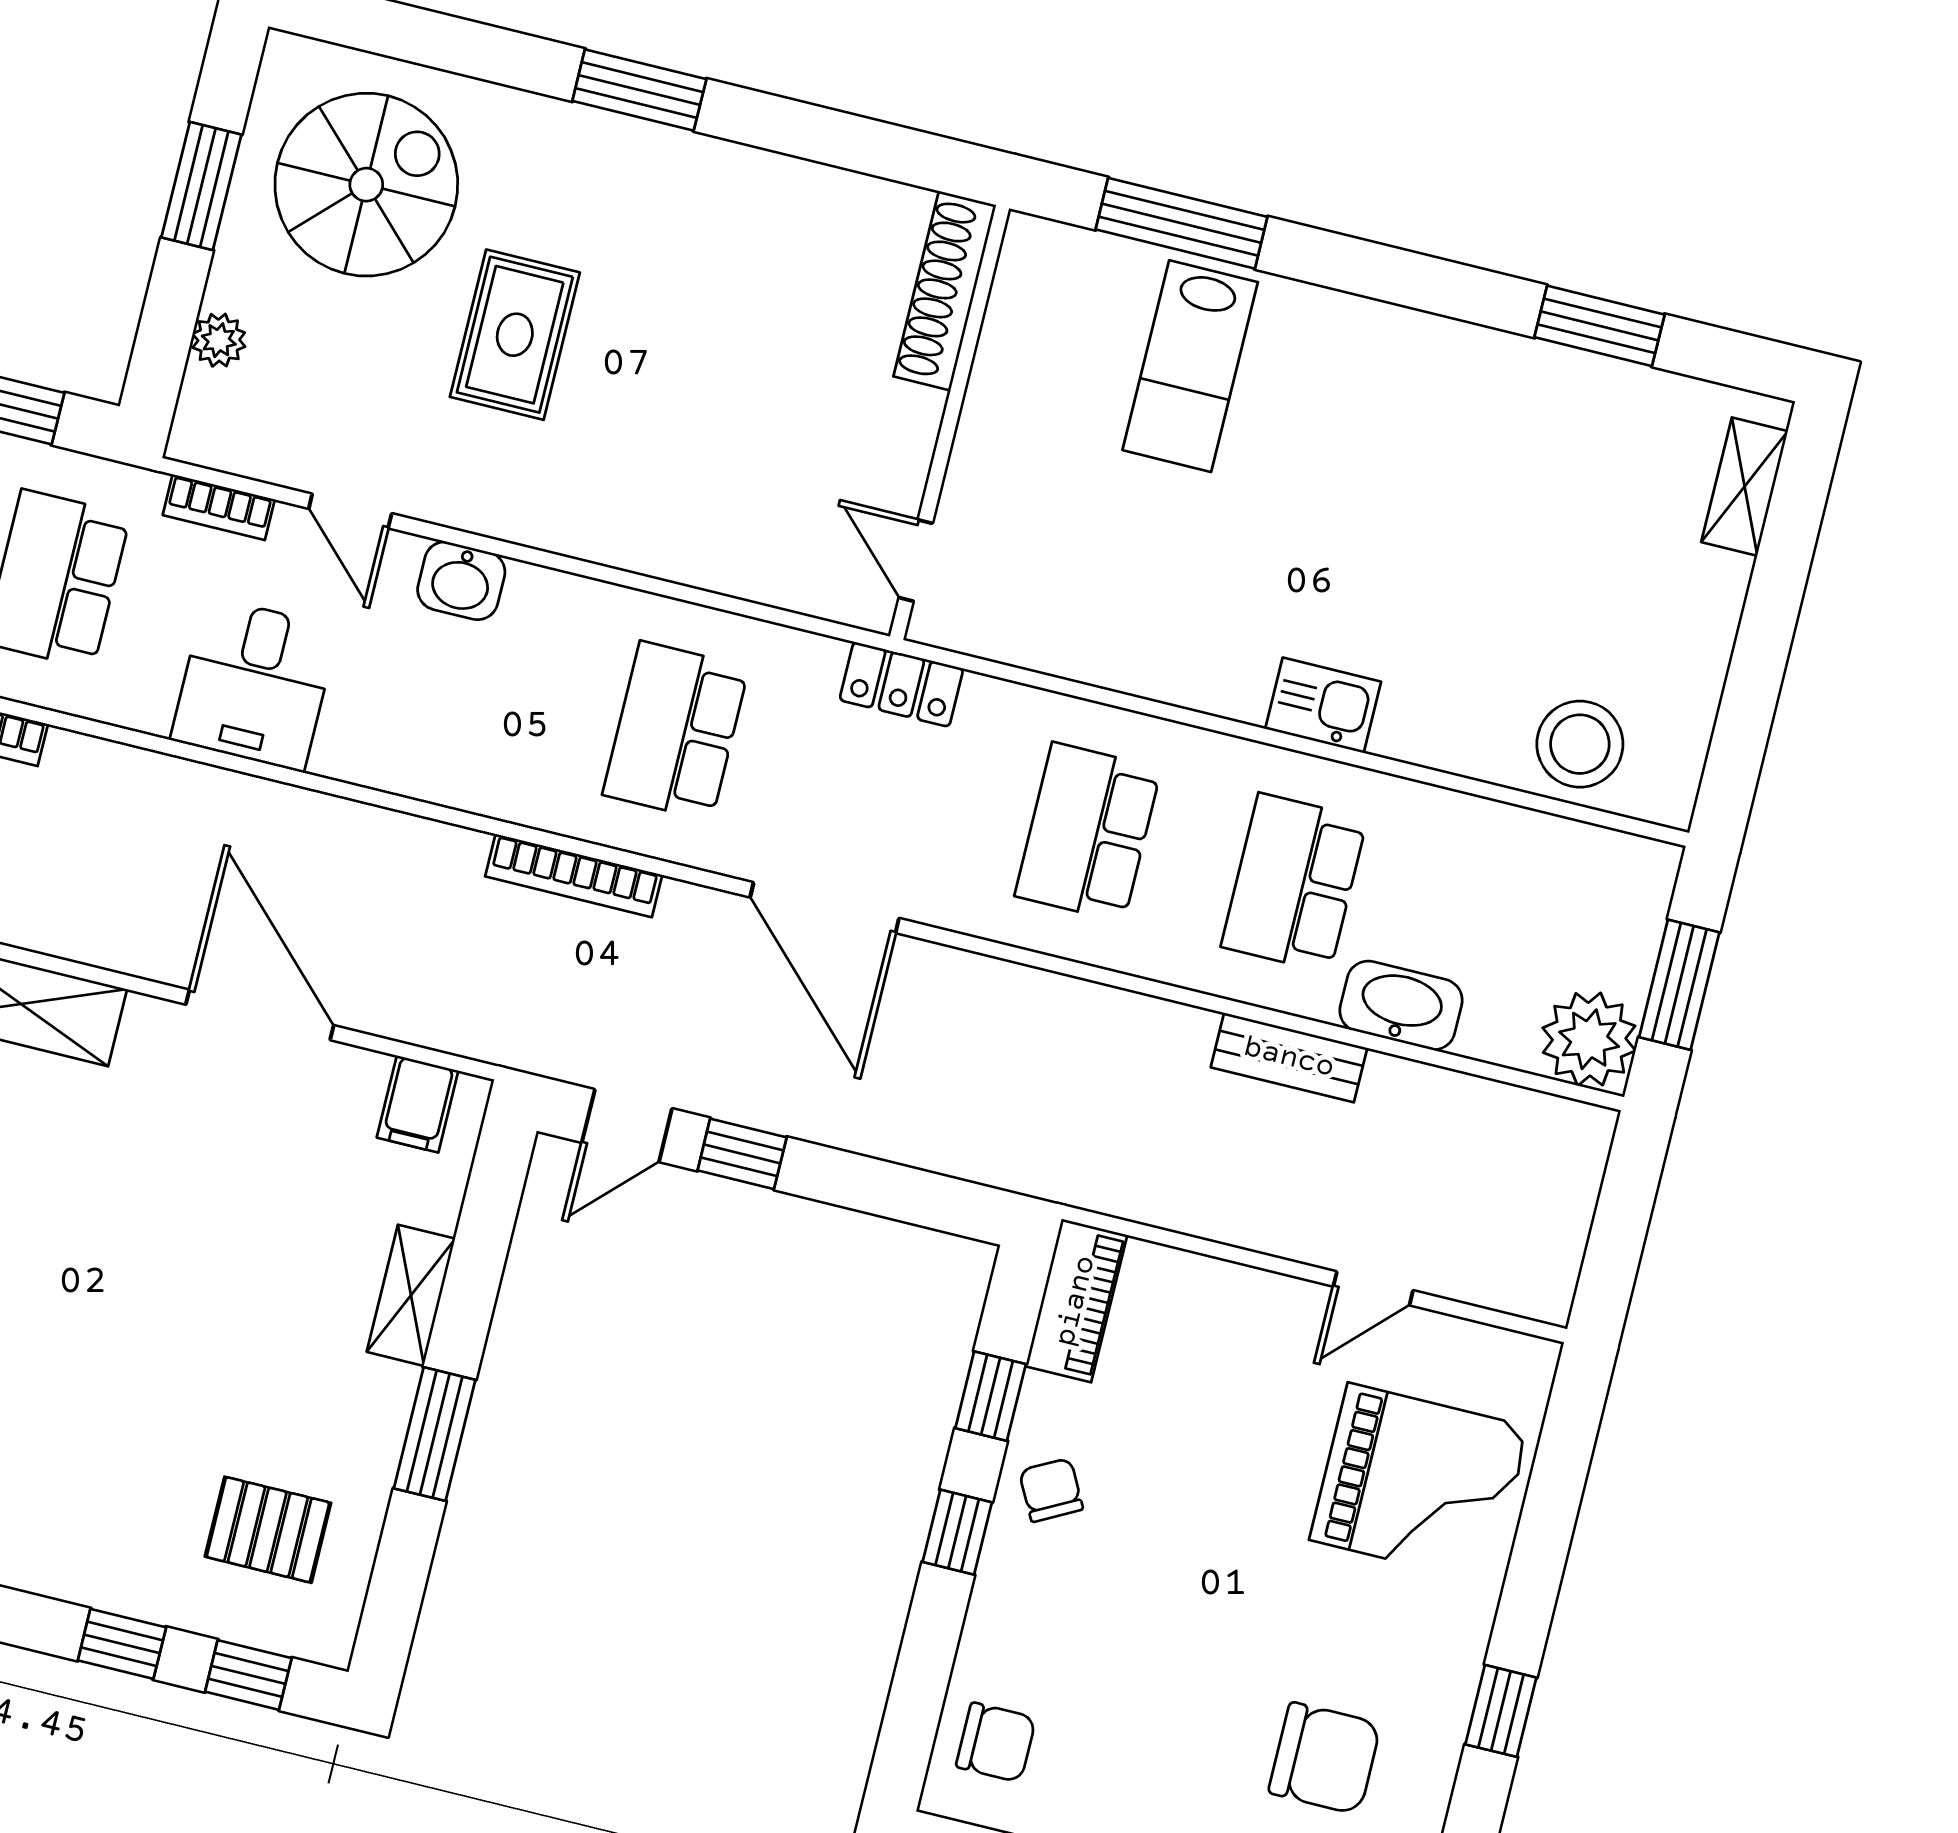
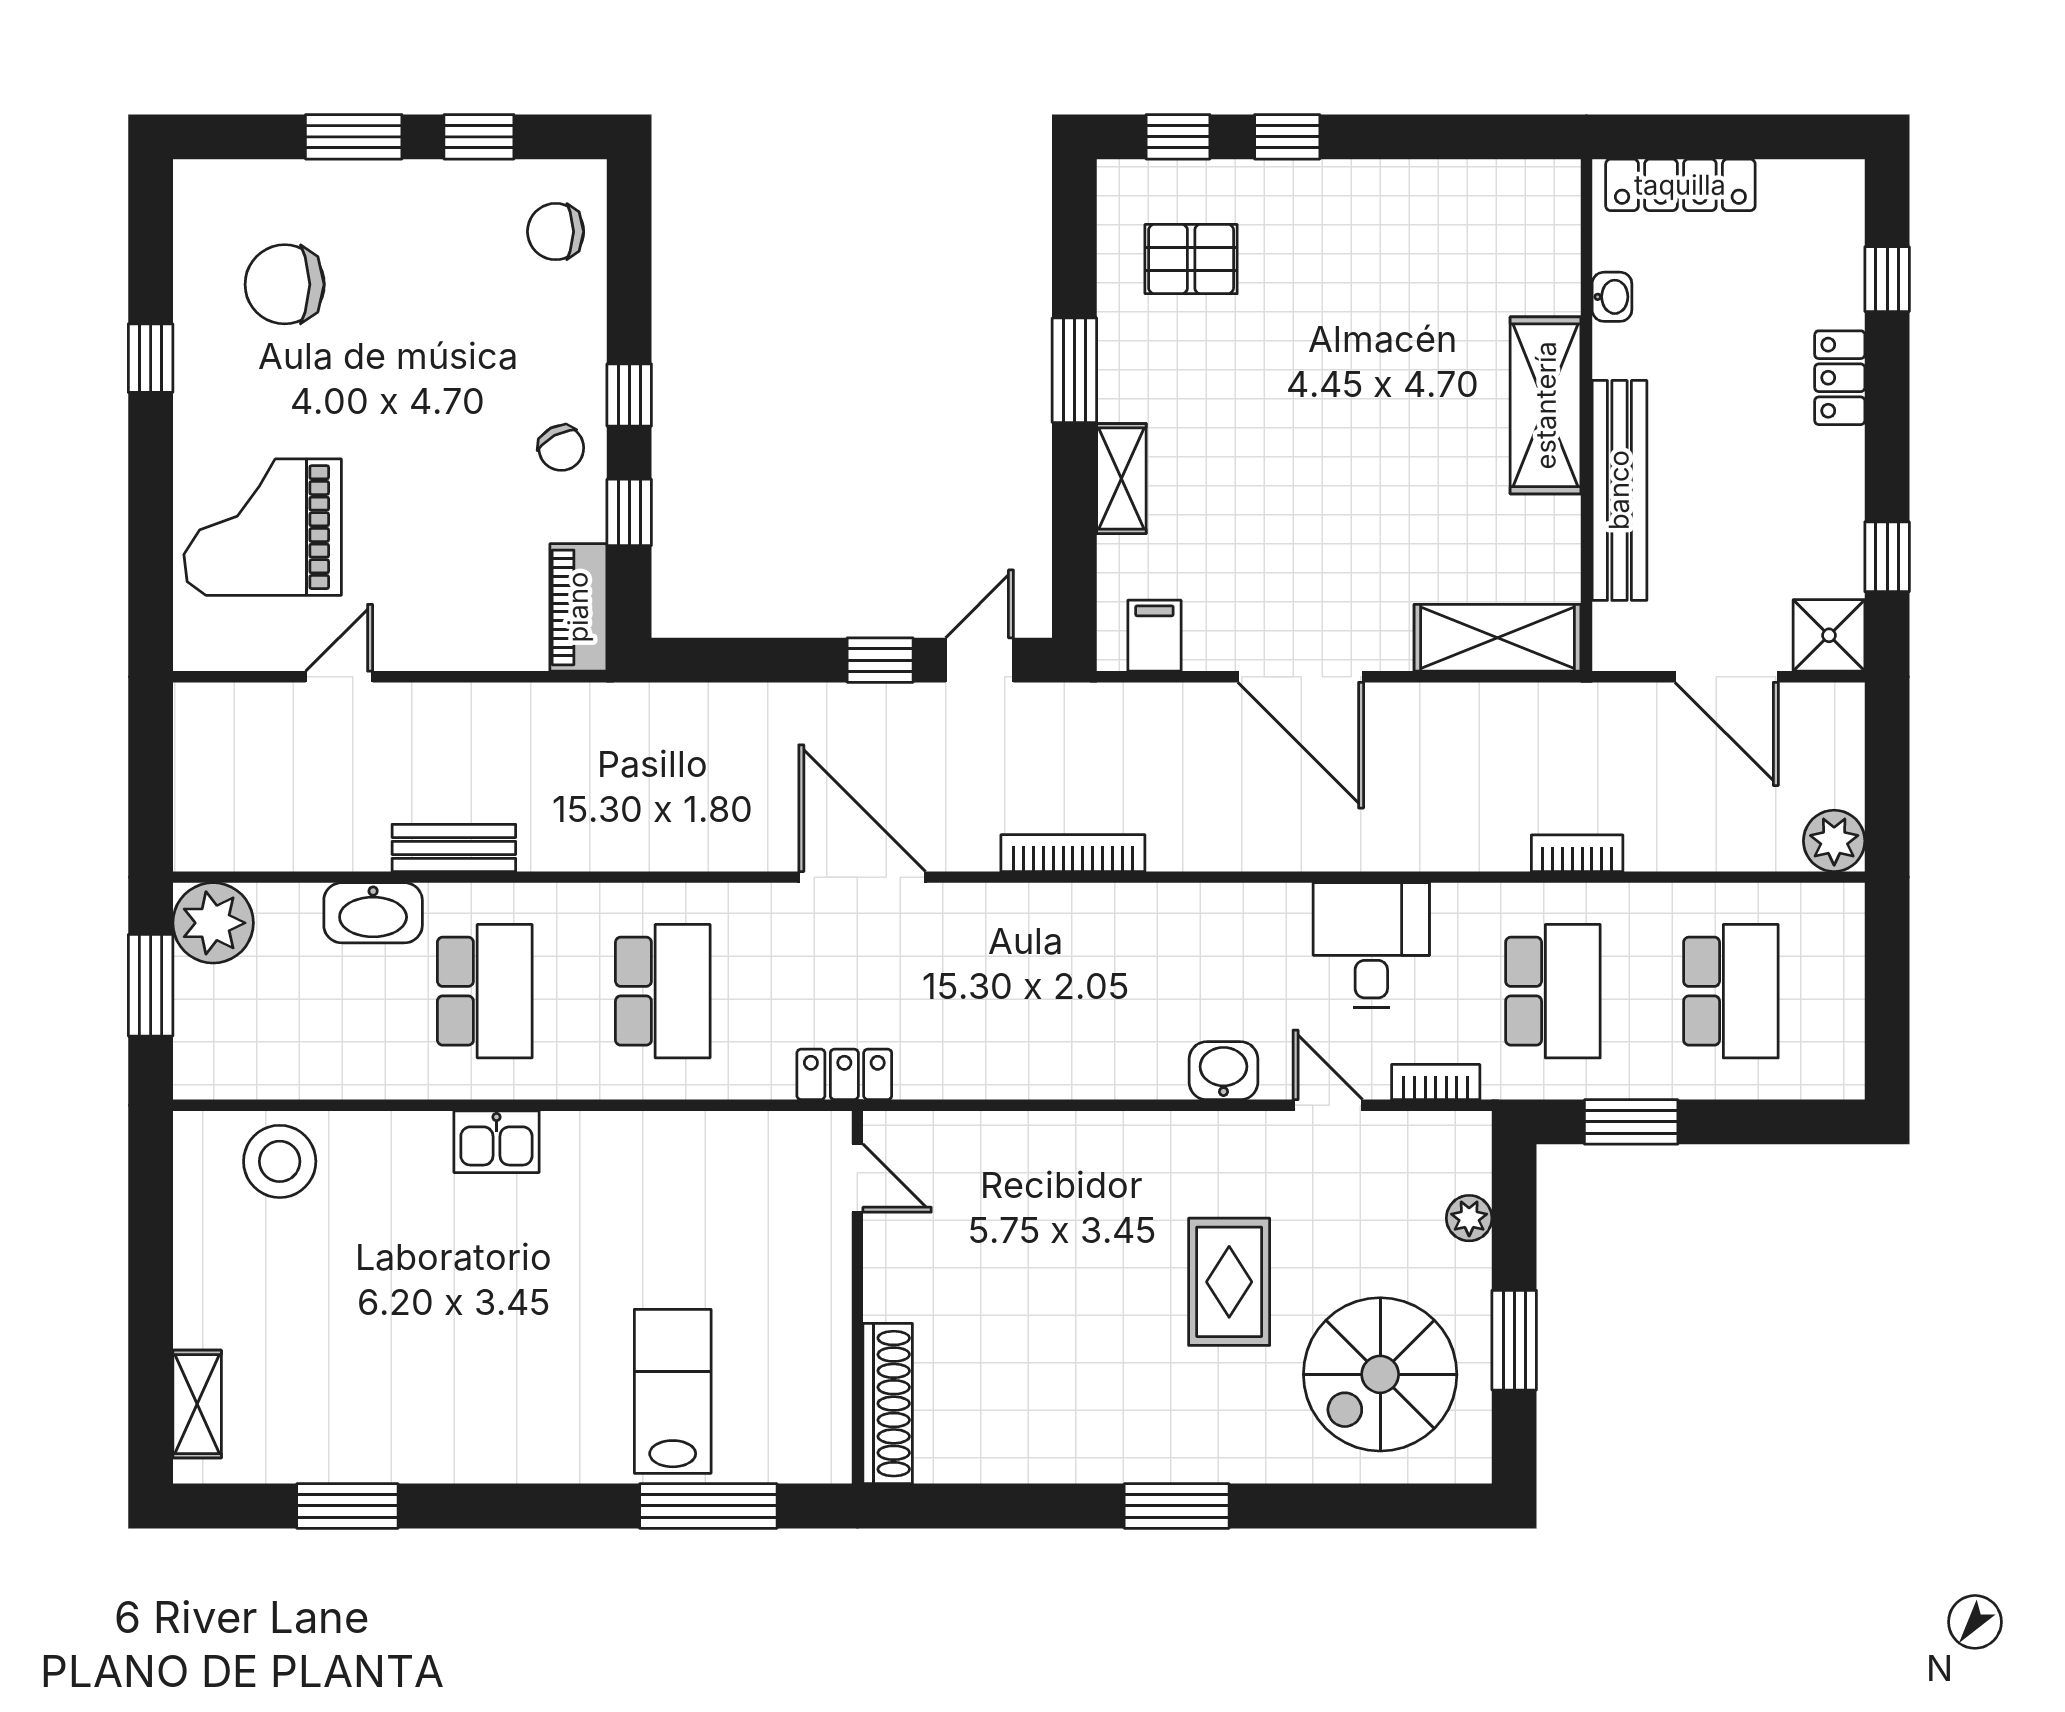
school desk: (676, 731) -> (1019, 991), removed

